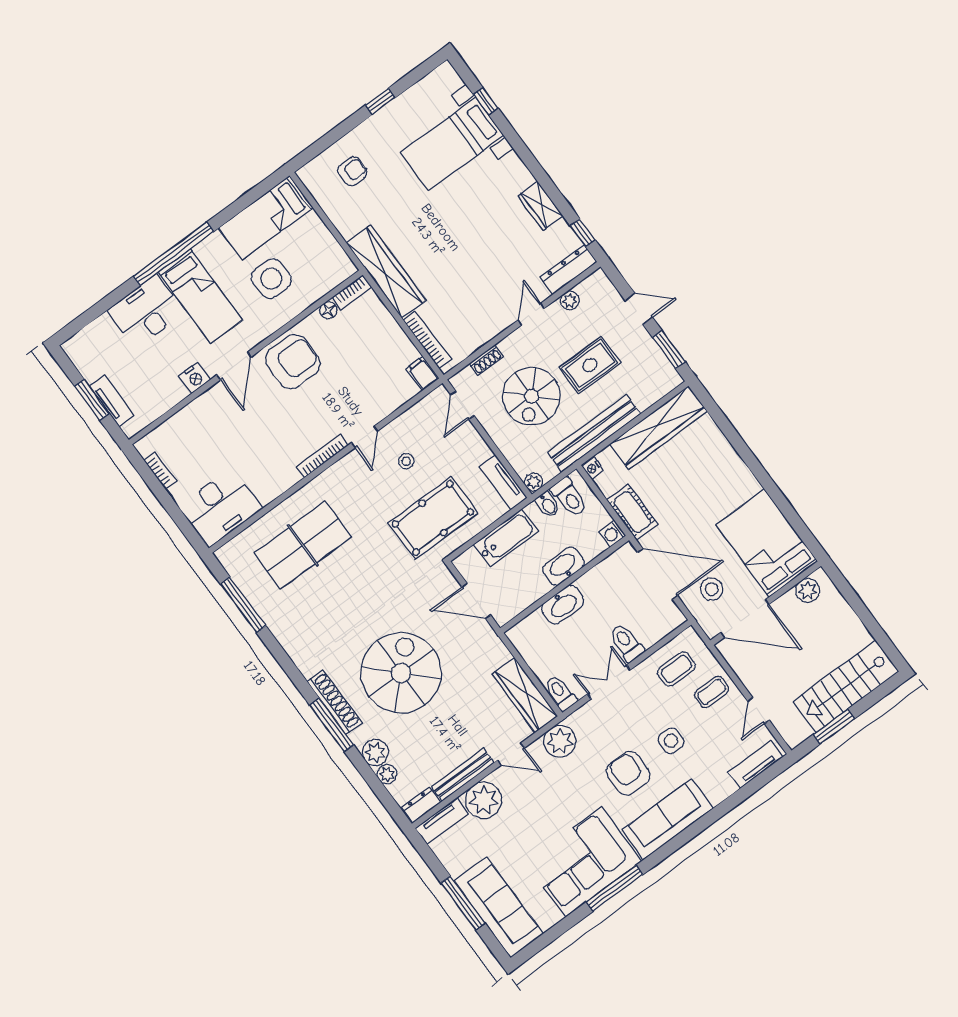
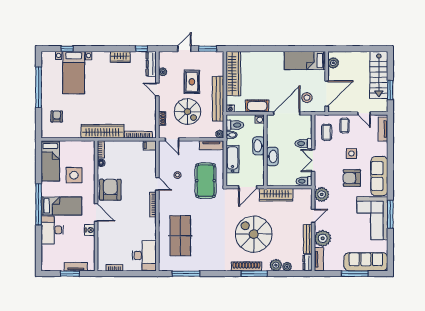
window: (380, 101) -> (39, 87), width x3.17
bed: (767, 543) -> (305, 60), width x0.67
wardrobe: (525, 695) -> (276, 195), moved

